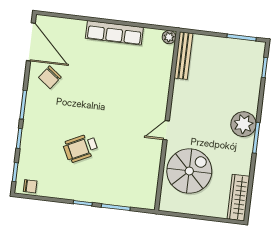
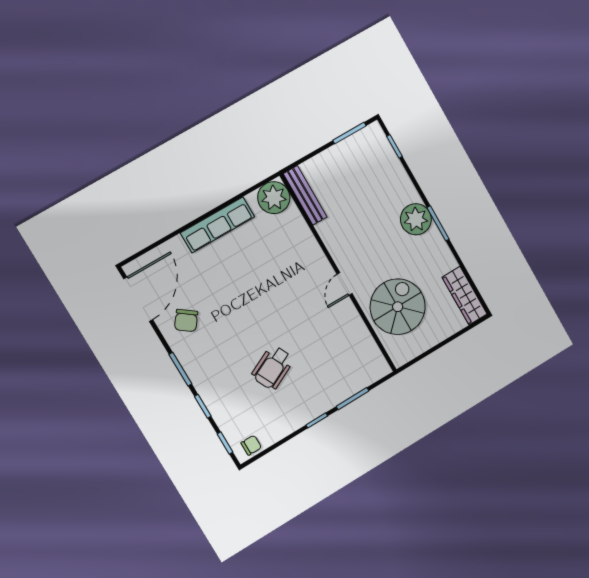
plant: (169, 37) -> (274, 198), width x1.88, depth x1.88
door: (31, 42) -> (138, 299), hinge flipped

